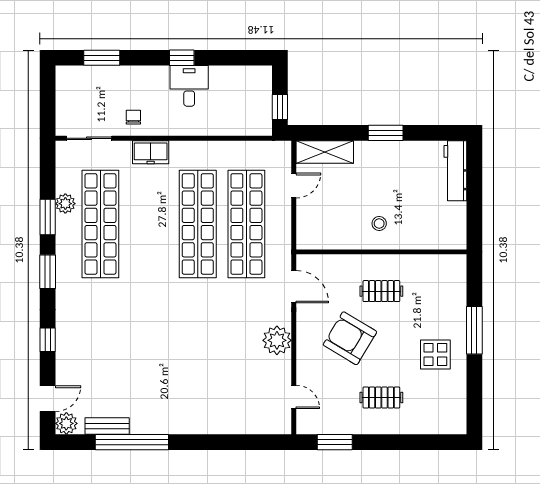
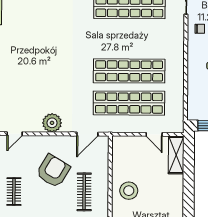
window: (386, 133) -> (189, 195), removed
freezer: (151, 152) -> (177, 40), removed
stool: (379, 223) -> (129, 191), width x1.89, depth x1.89
clothes rail: (381, 291) -> (84, 192), width x1.36

